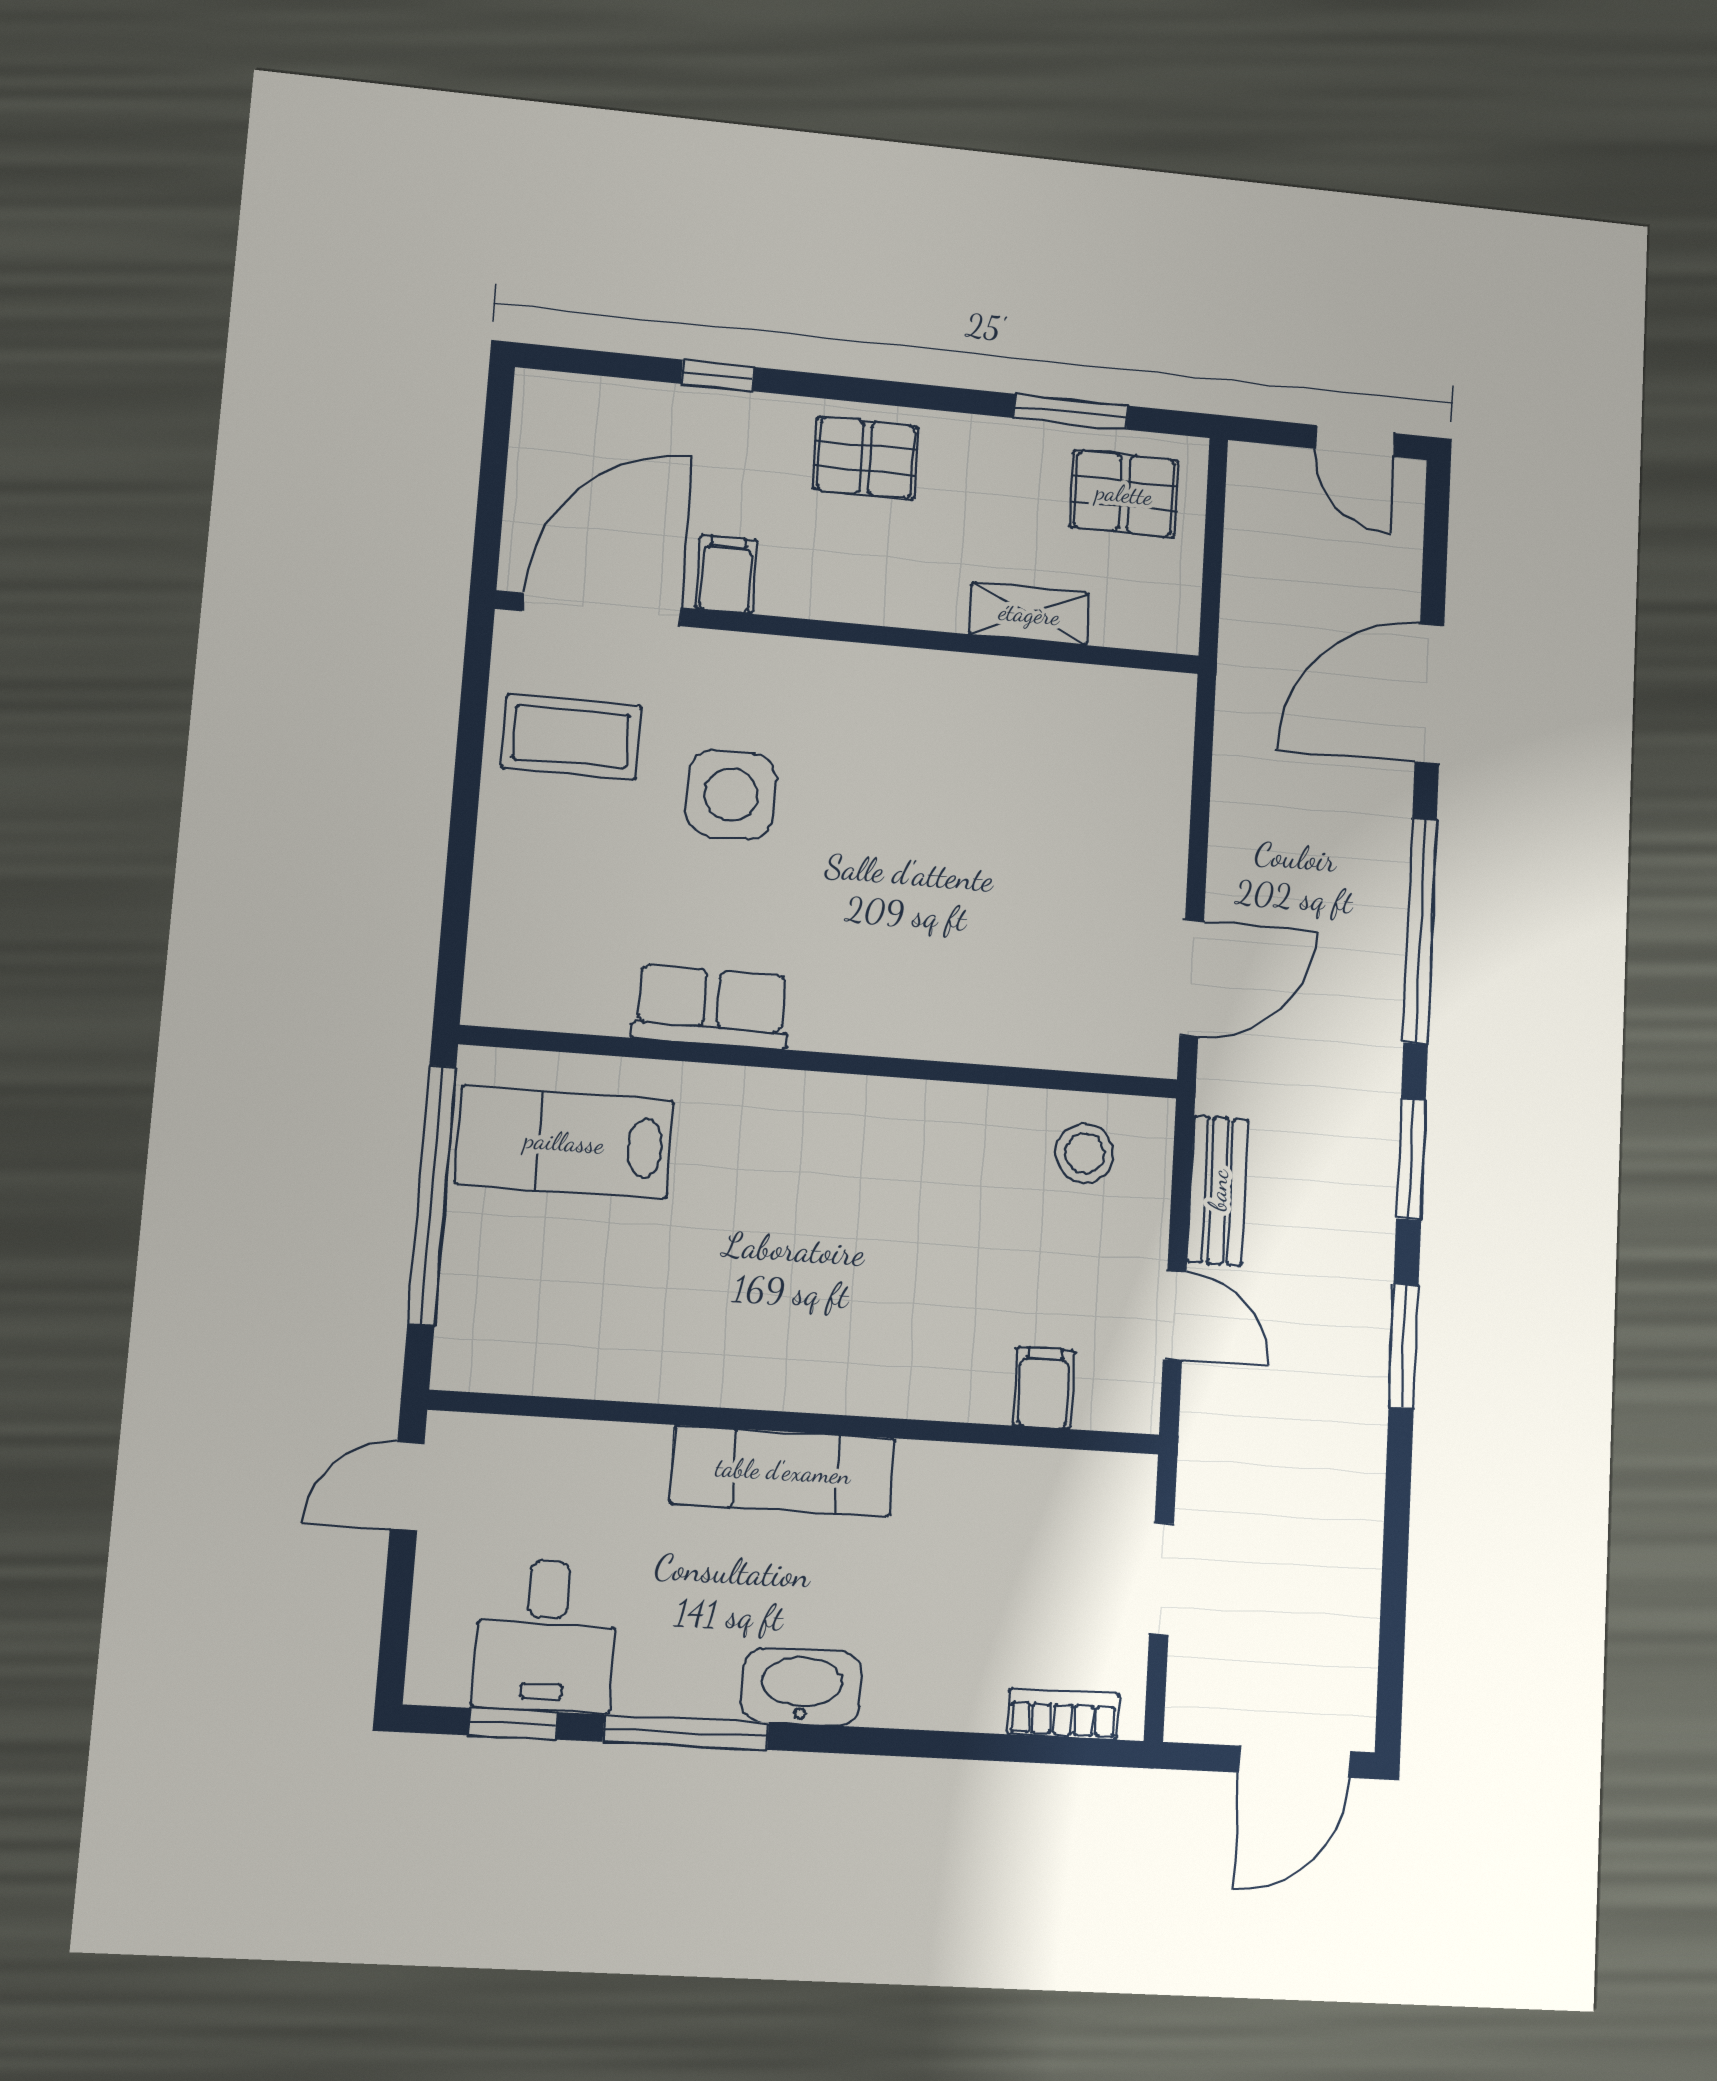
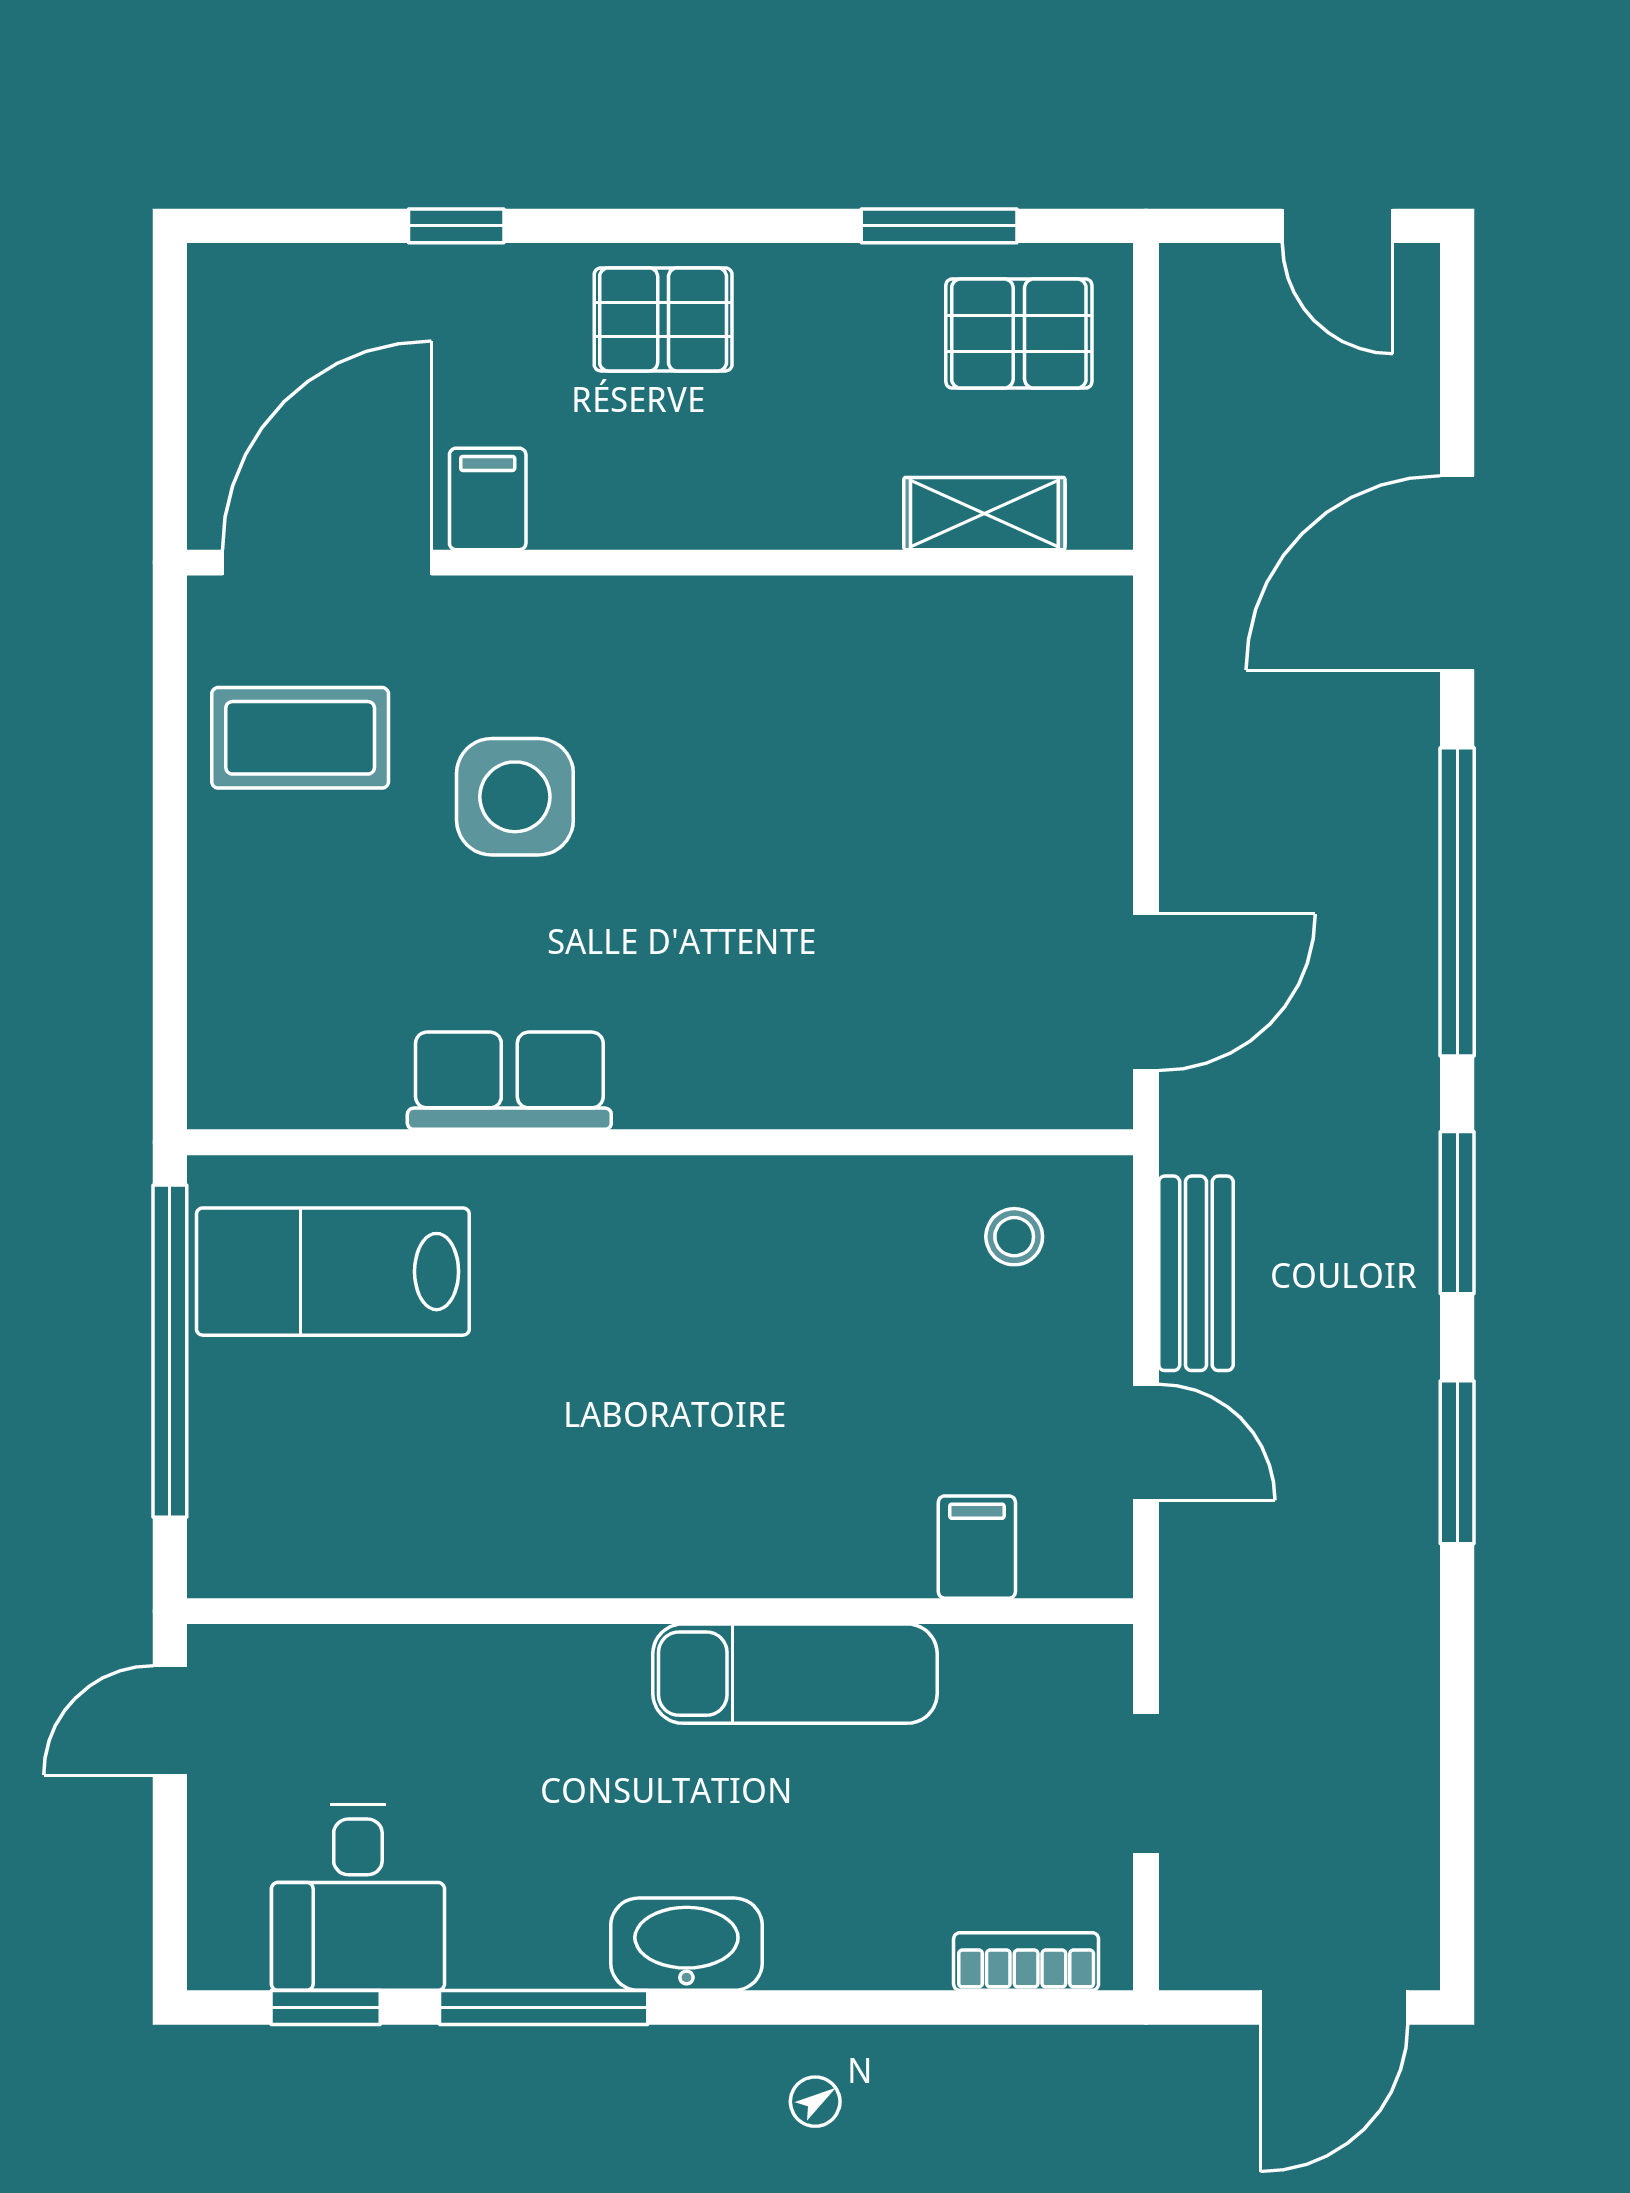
shelving: (1029, 614) -> (984, 514), moved
stool: (1085, 1153) -> (1014, 1237), width x0.73, depth x0.73
exam couch: (783, 1471) -> (795, 1674), moved

